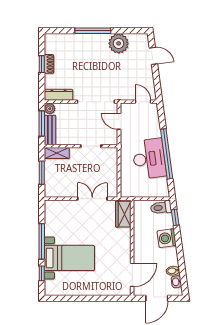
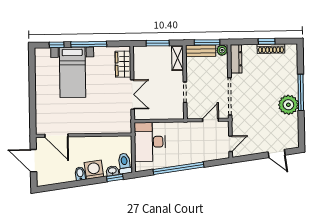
plant: (119, 43) -> (288, 105), moved
door: (153, 56) -> (277, 154), hinge flipped
shoe rack: (49, 64) -> (271, 49), width x1.43
desk: (149, 159) -> (150, 142), moved, turned 98
wardrobe: (123, 214) -> (123, 64), moved, turned -90
bidet: (173, 271) -> (80, 174), moved
washbasin: (176, 282) -> (112, 171), moved

